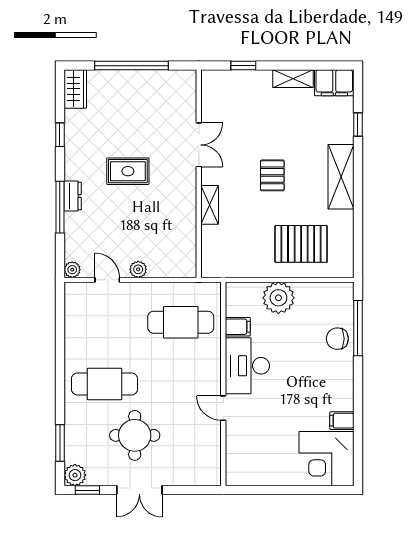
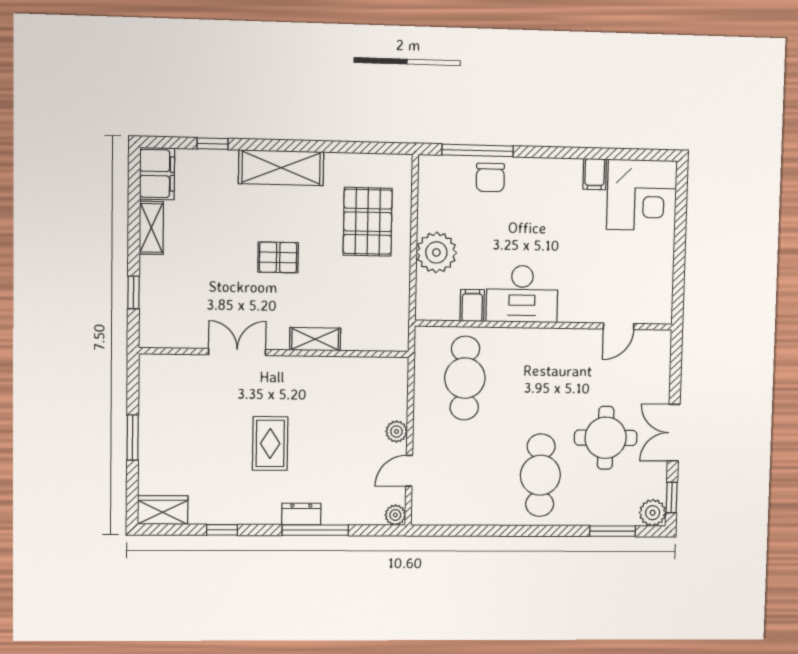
window: (132, 66) -> (133, 438), width x0.47
door: (223, 408) -> (619, 326), moved
double door: (139, 490) -> (674, 433), swing flipped

